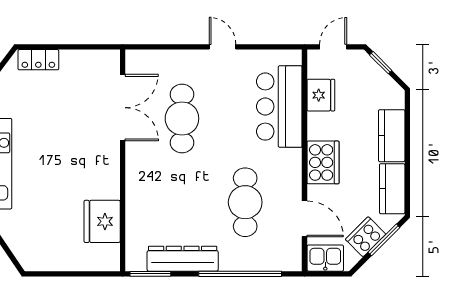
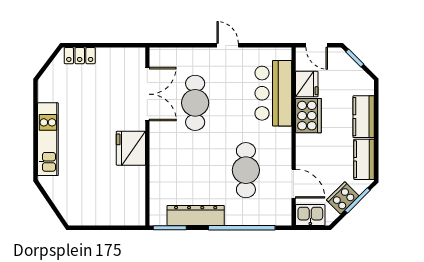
door: (333, 47) -> (317, 45), swing flipped
cooker: (323, 162) -> (308, 116), moved
fridge: (102, 221) -> (131, 148), moved

